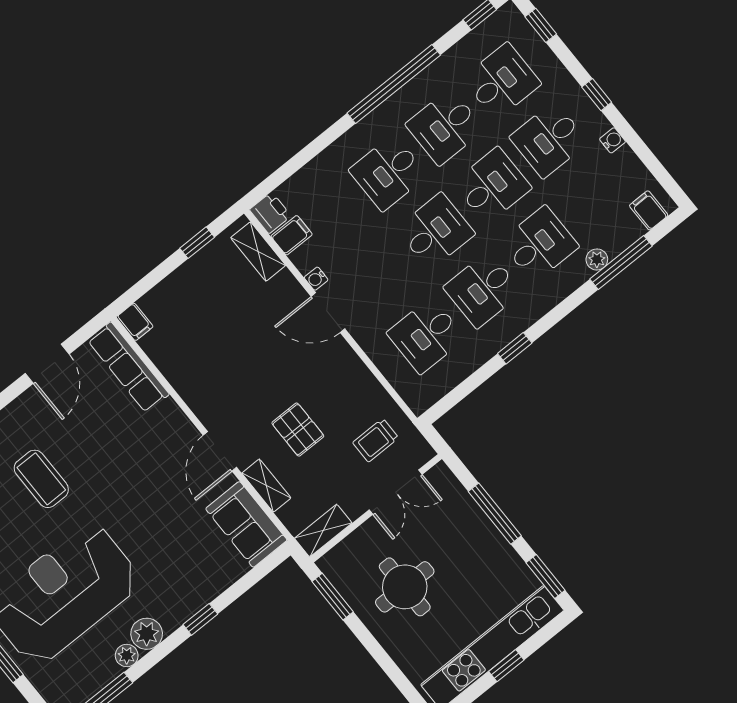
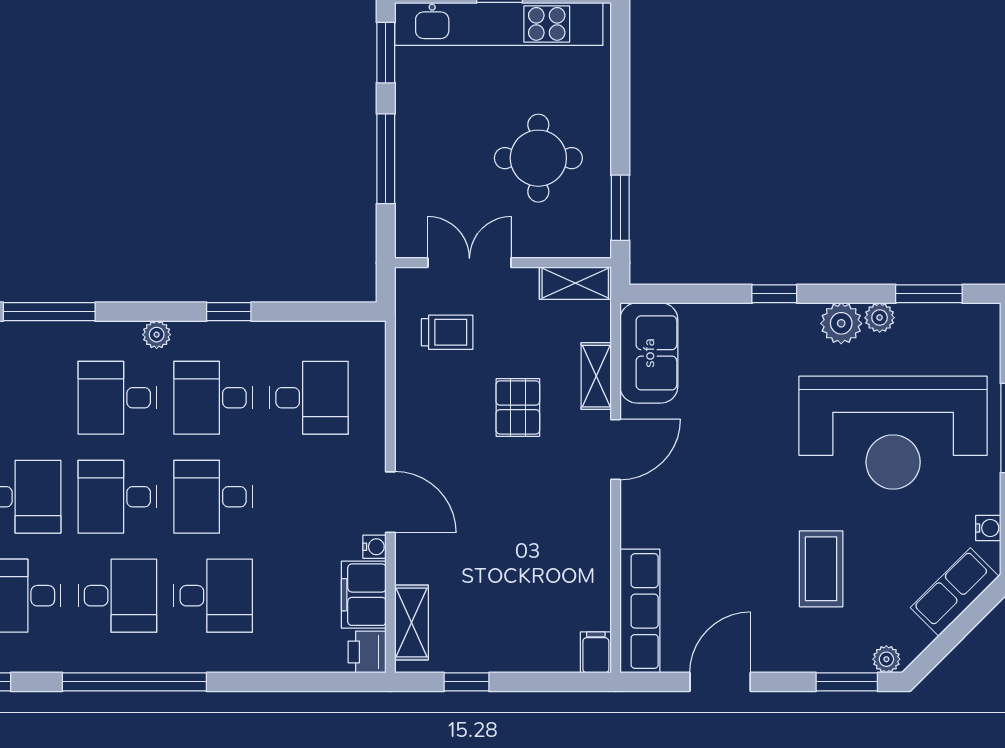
filing cabinet: (292, 235) -> (364, 595), width x2.00
plant: (597, 259) -> (157, 335), moved
desk: (483, 290) -> (213, 398), turned 180

